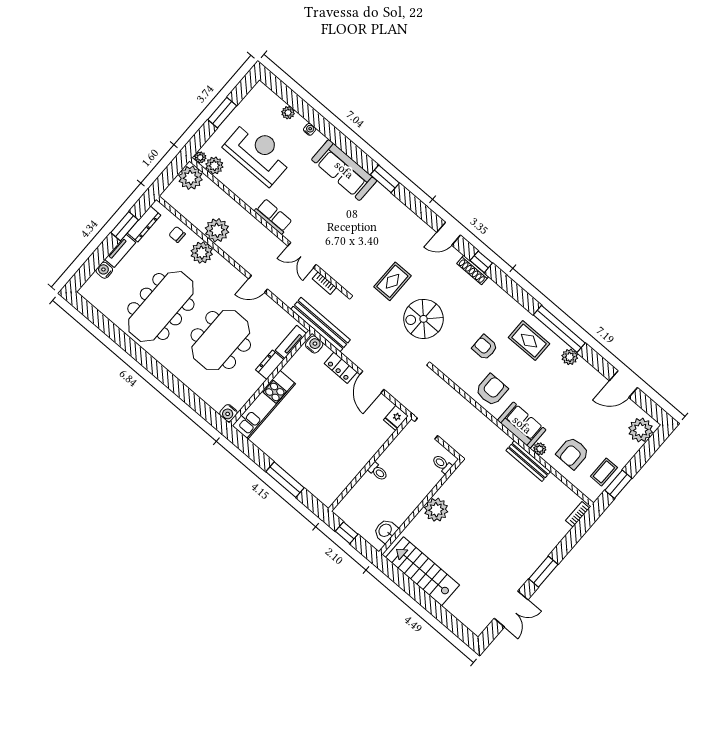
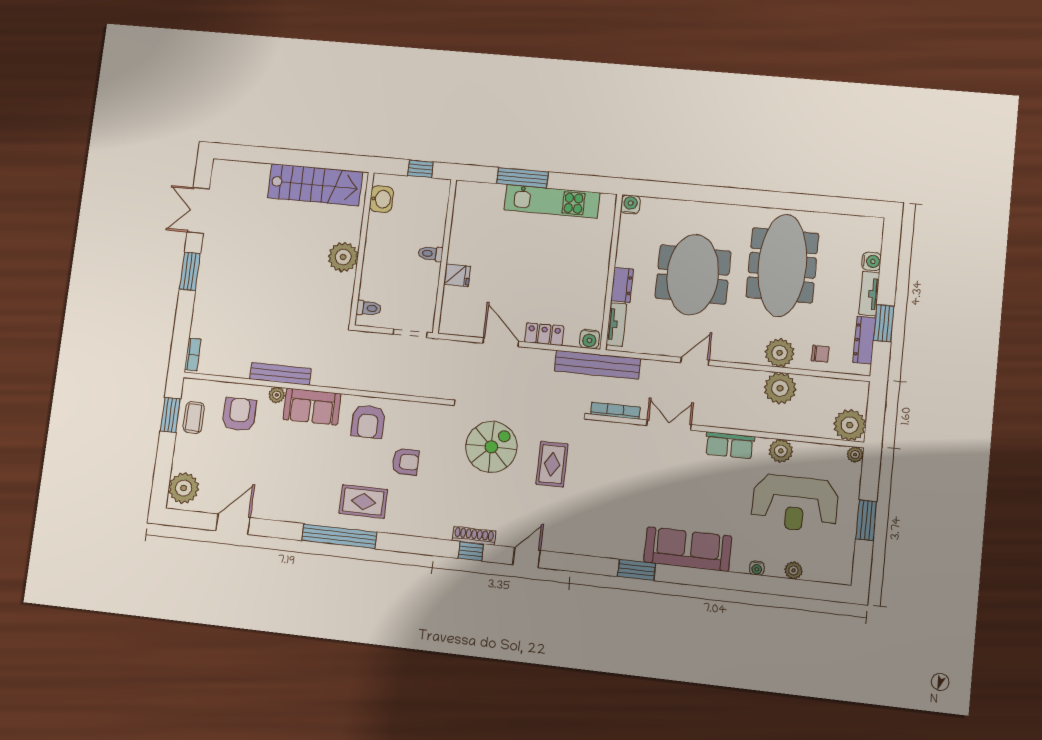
plant: (214, 166) -> (781, 451), moved
bookcase: (324, 283) -> (615, 411), width x1.56
plant: (570, 357) -> (309, 514), removed
kitchen unit: (264, 405) -> (552, 201), moved, turned -90
fridge: (396, 418) -> (457, 275), moved, turned 90

